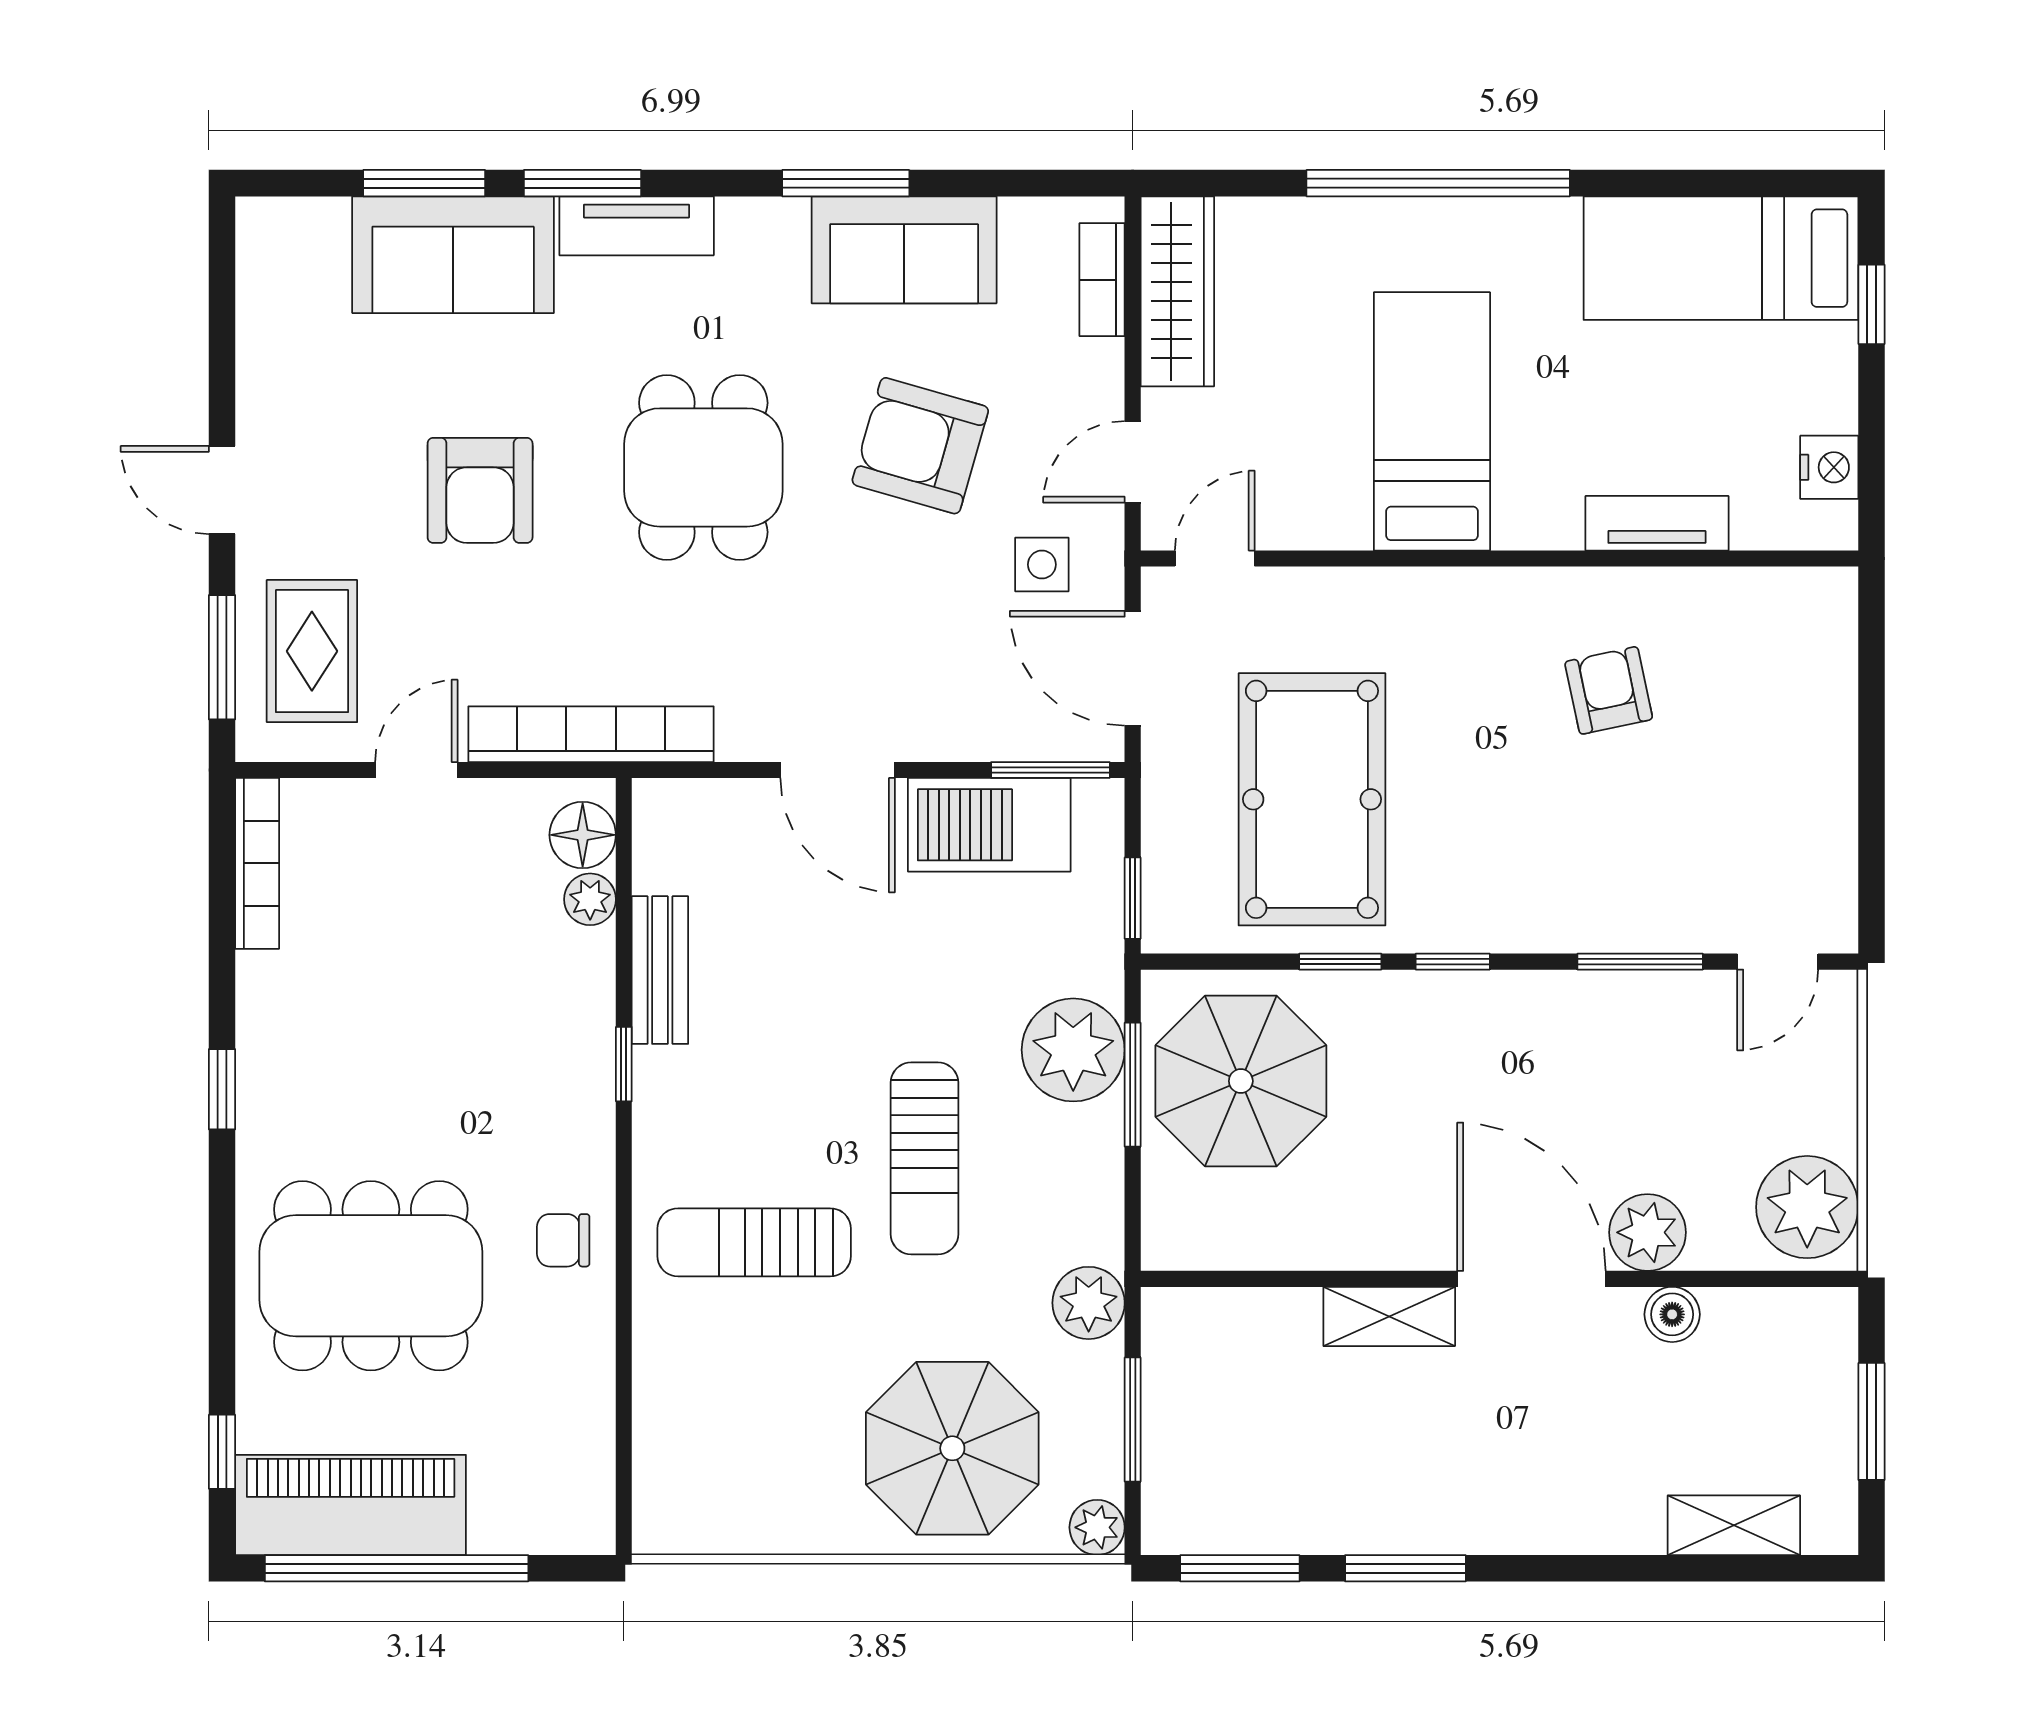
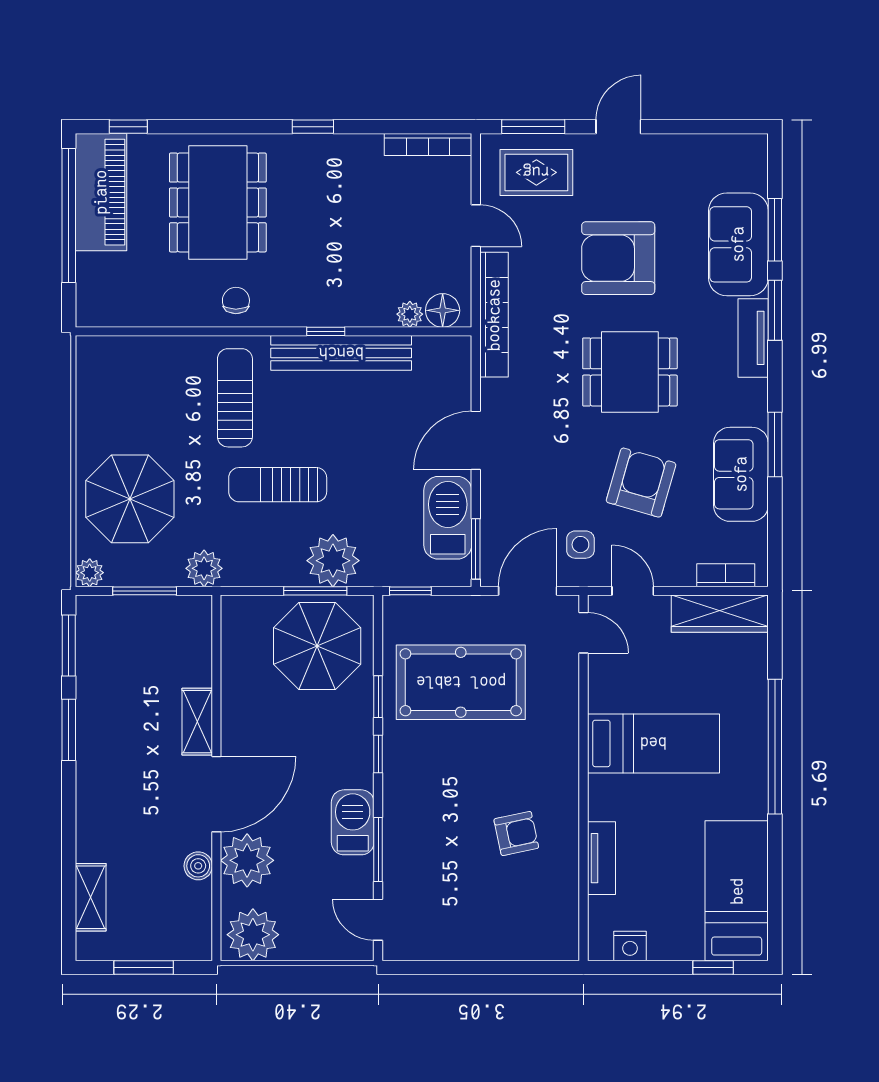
armchair: (480, 490) -> (618, 258), width x1.36, depth x1.36
bench: (660, 970) -> (341, 353), width x1.86, depth x1.21
barbecue: (1587, 1011) -> (353, 822), added
plant: (1647, 1232) -> (247, 860), width x1.36, depth x1.36

